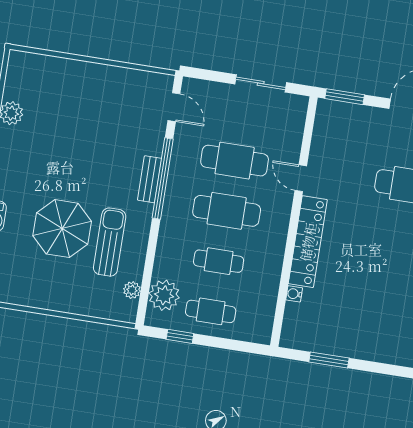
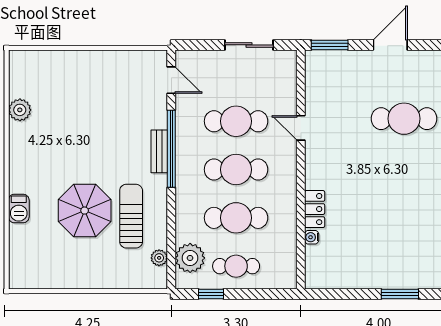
locker: (308, 242) -> (315, 209), width x0.46, depth x0.83
cafe table: (219, 261) -> (236, 218), width x1.37, depth x1.35
window: (329, 360) -> (400, 294), moved

